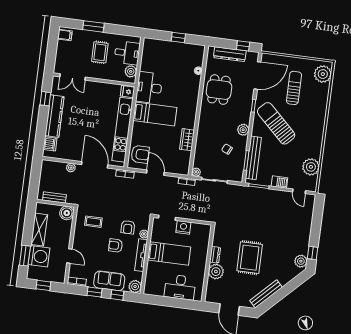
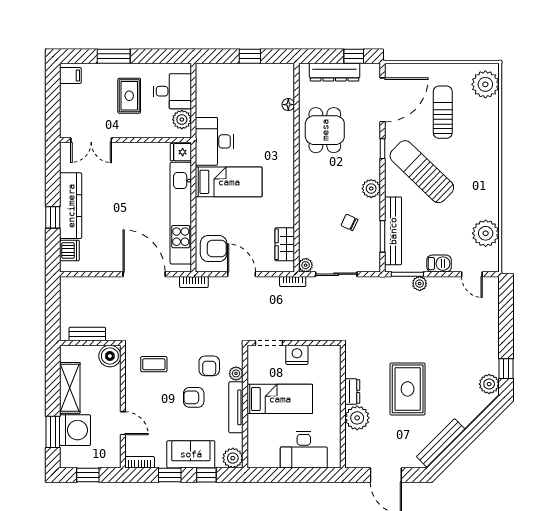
window: (45, 99) -> (53, 217), moved
wardrobe: (187, 140) -> (285, 244), moved
plant: (71, 168) -> (420, 284), moved

